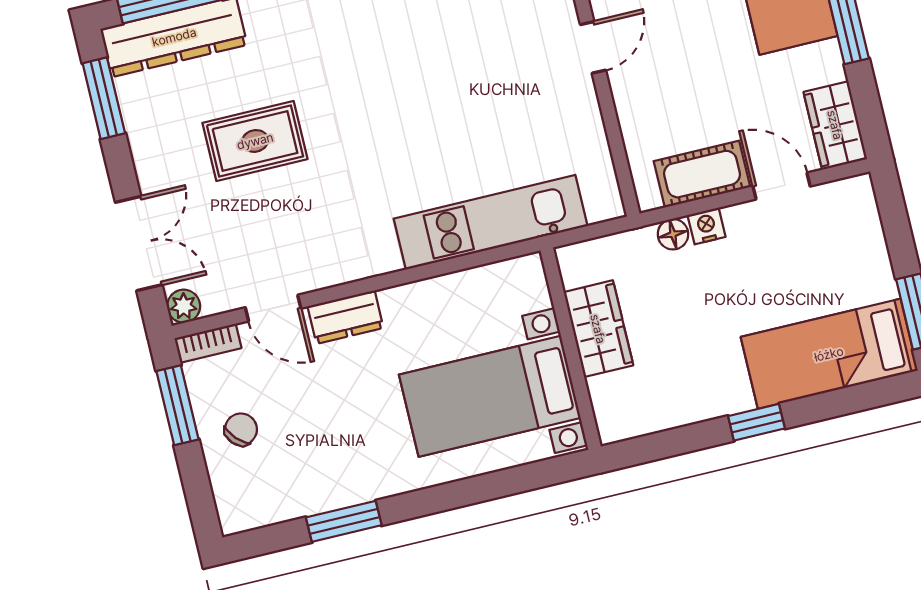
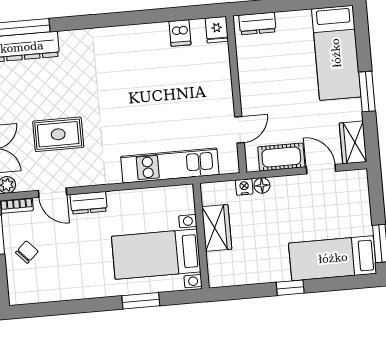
door: (593, 47) -> (239, 130), moved
rug: (255, 141) -> (58, 134), moved
nightstand: (707, 226) -> (244, 187), moved
window: (344, 521) -> (141, 301), moved

